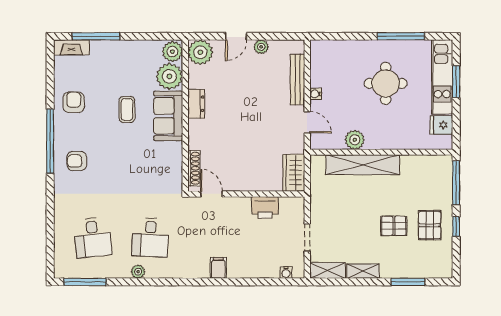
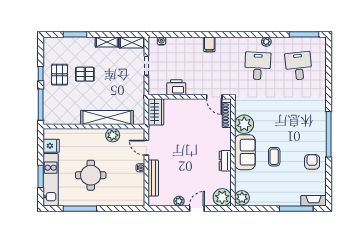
plant: (169, 76) -> (244, 124), moved
armchair: (74, 102) -> (312, 162), turned 180
armchair: (77, 161) -> (310, 120), removed

